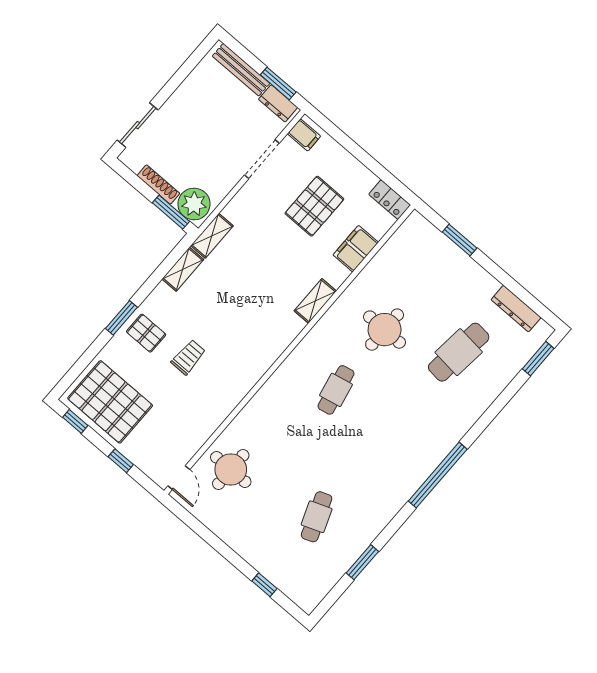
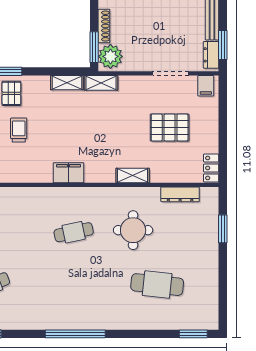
filing cabinet: (356, 249) -> (69, 173), moved
shelving: (315, 301) -> (133, 176), moved
dresser: (516, 309) -> (180, 194), moved, turned -90
trolley: (188, 357) -> (19, 130), turned -90

